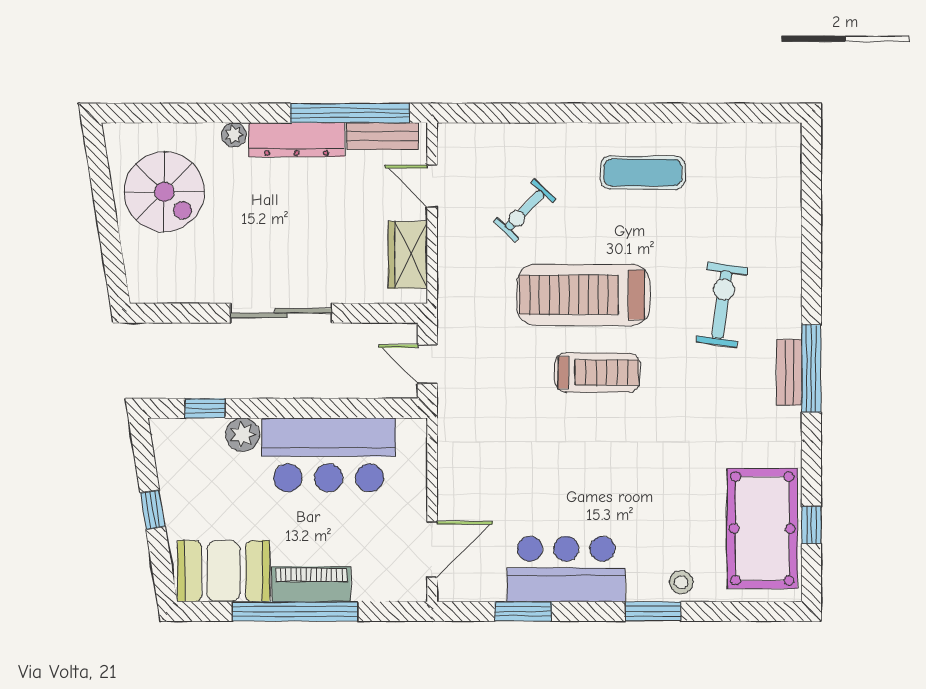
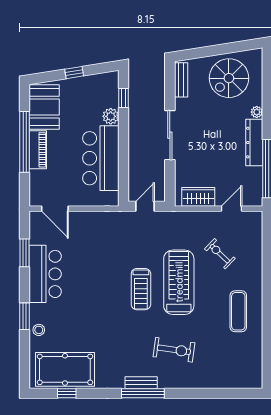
bench: (382, 136) -> (181, 80), moved

